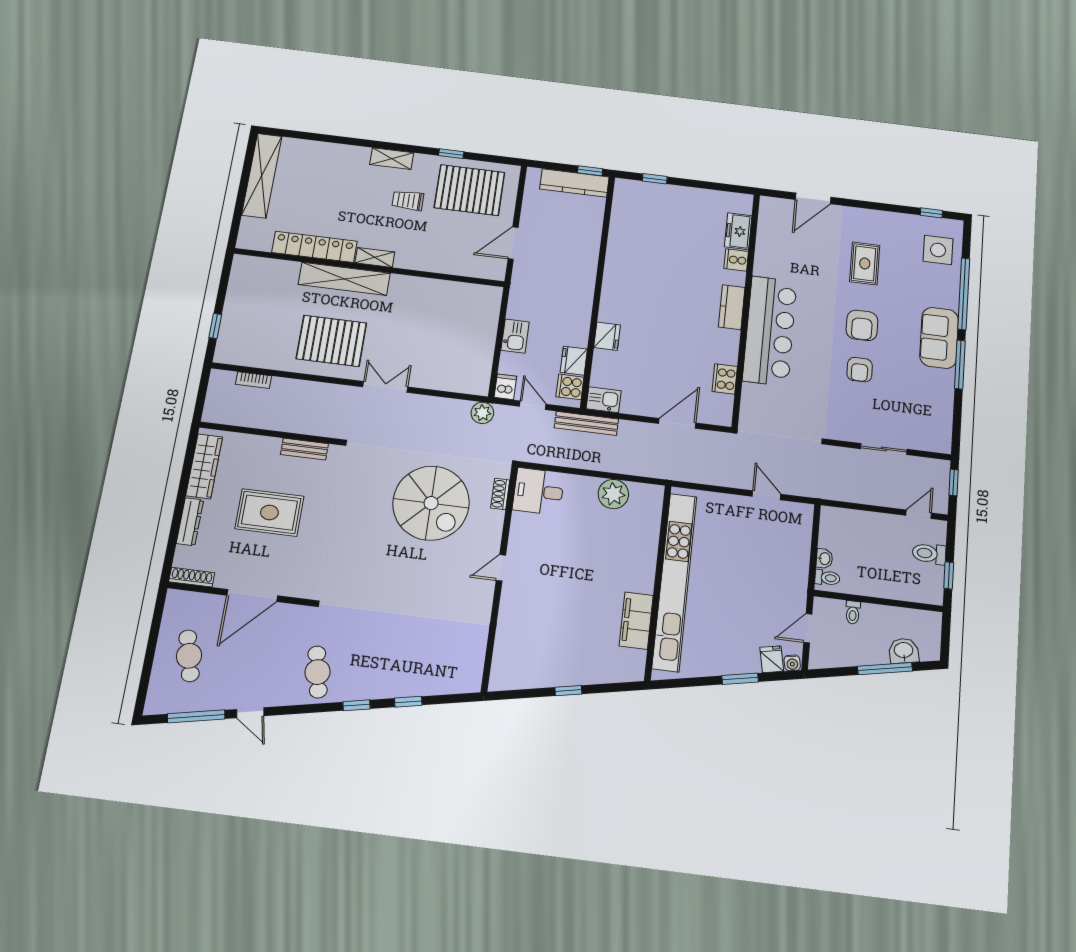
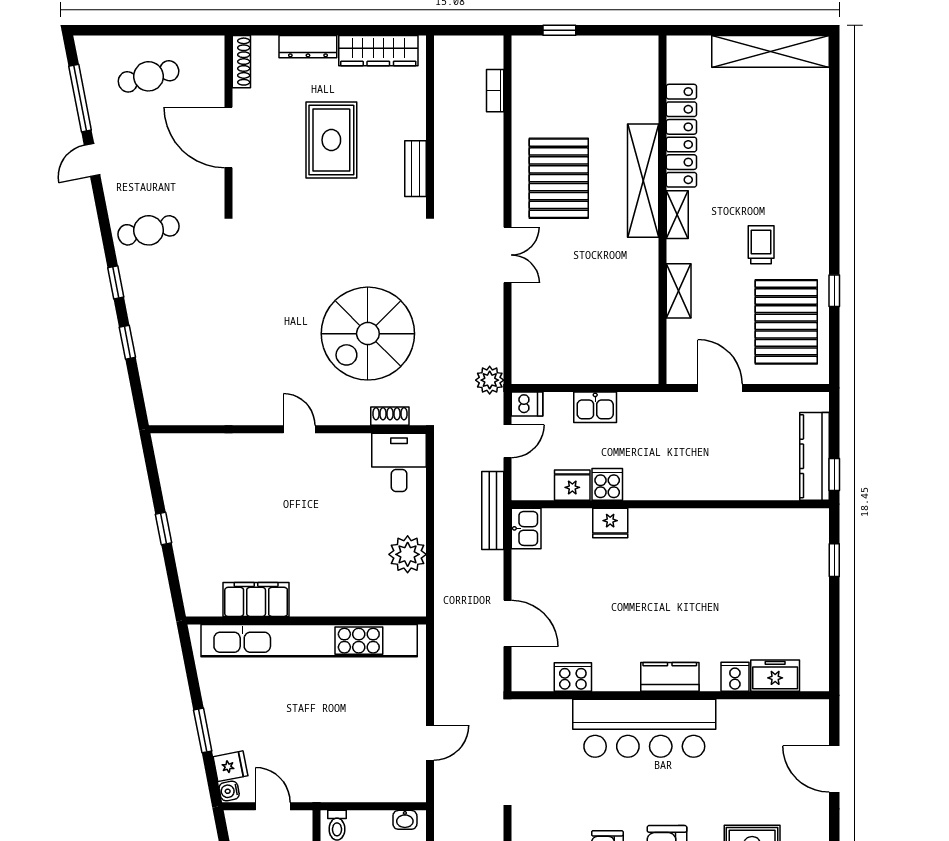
shelving: (392, 159) -> (679, 291), moved
cooker: (570, 387) -> (607, 484), moved
washbasin: (824, 559) -> (405, 820), moved

